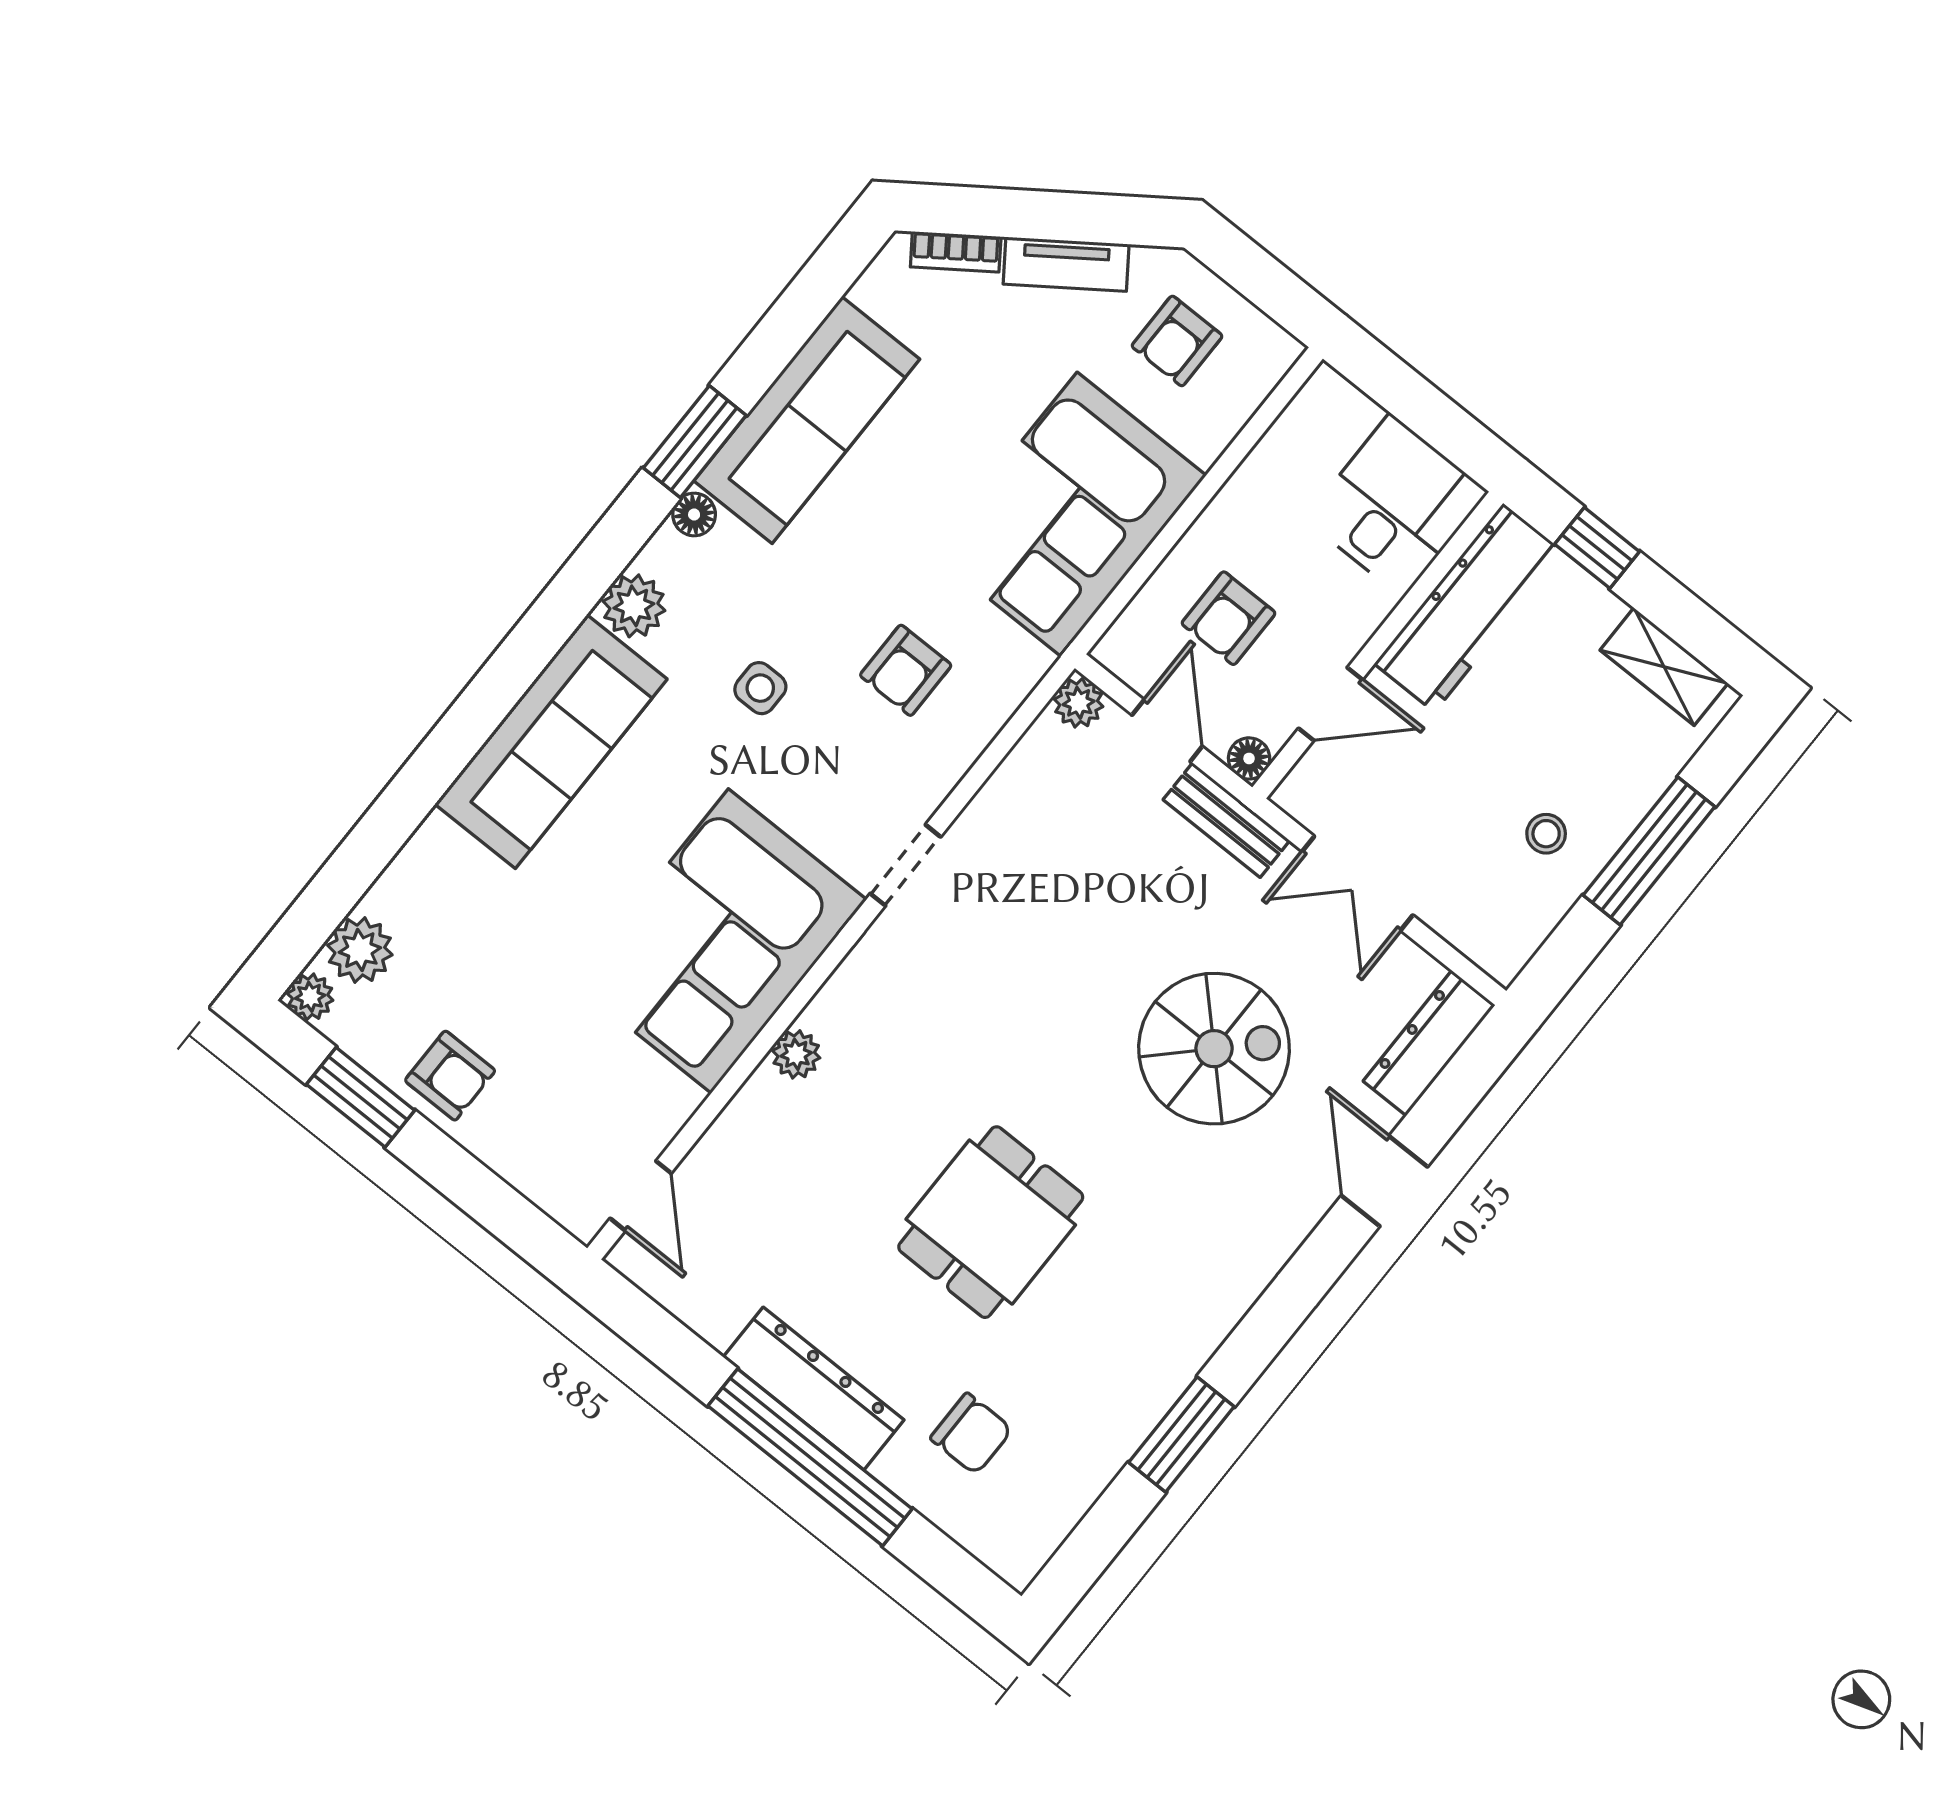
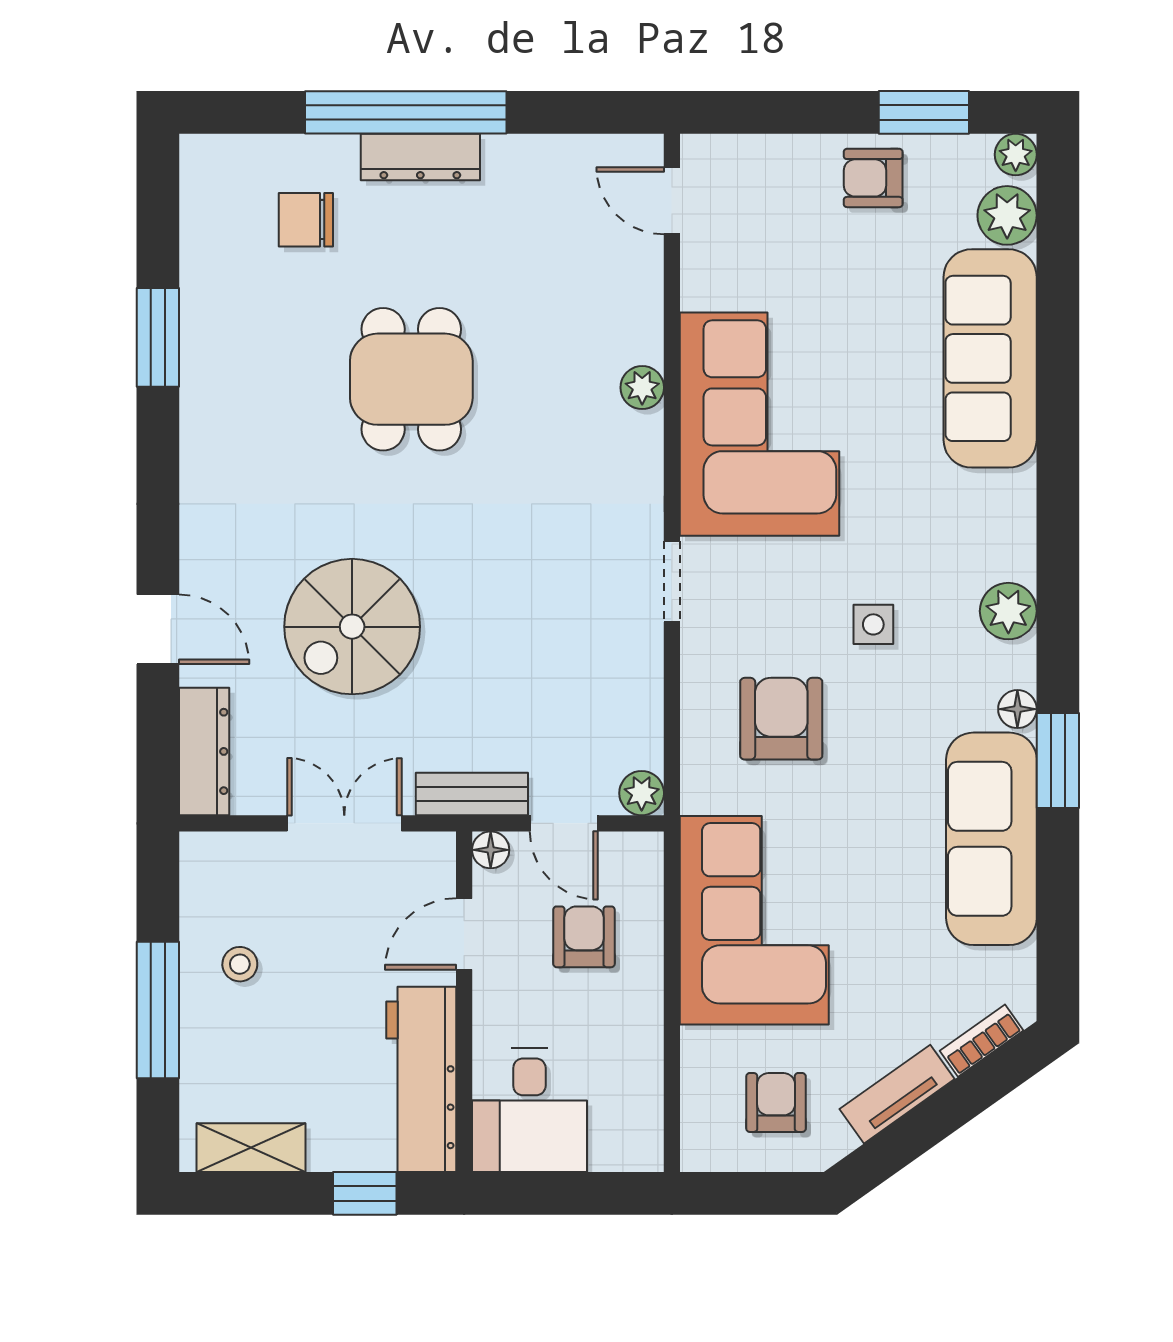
armchair: (906, 670) -> (781, 719), width x1.38, depth x1.38
sofa: (551, 742) -> (990, 358), moved
dresser: (814, 1389) -> (420, 157), width x0.73, depth x0.80

